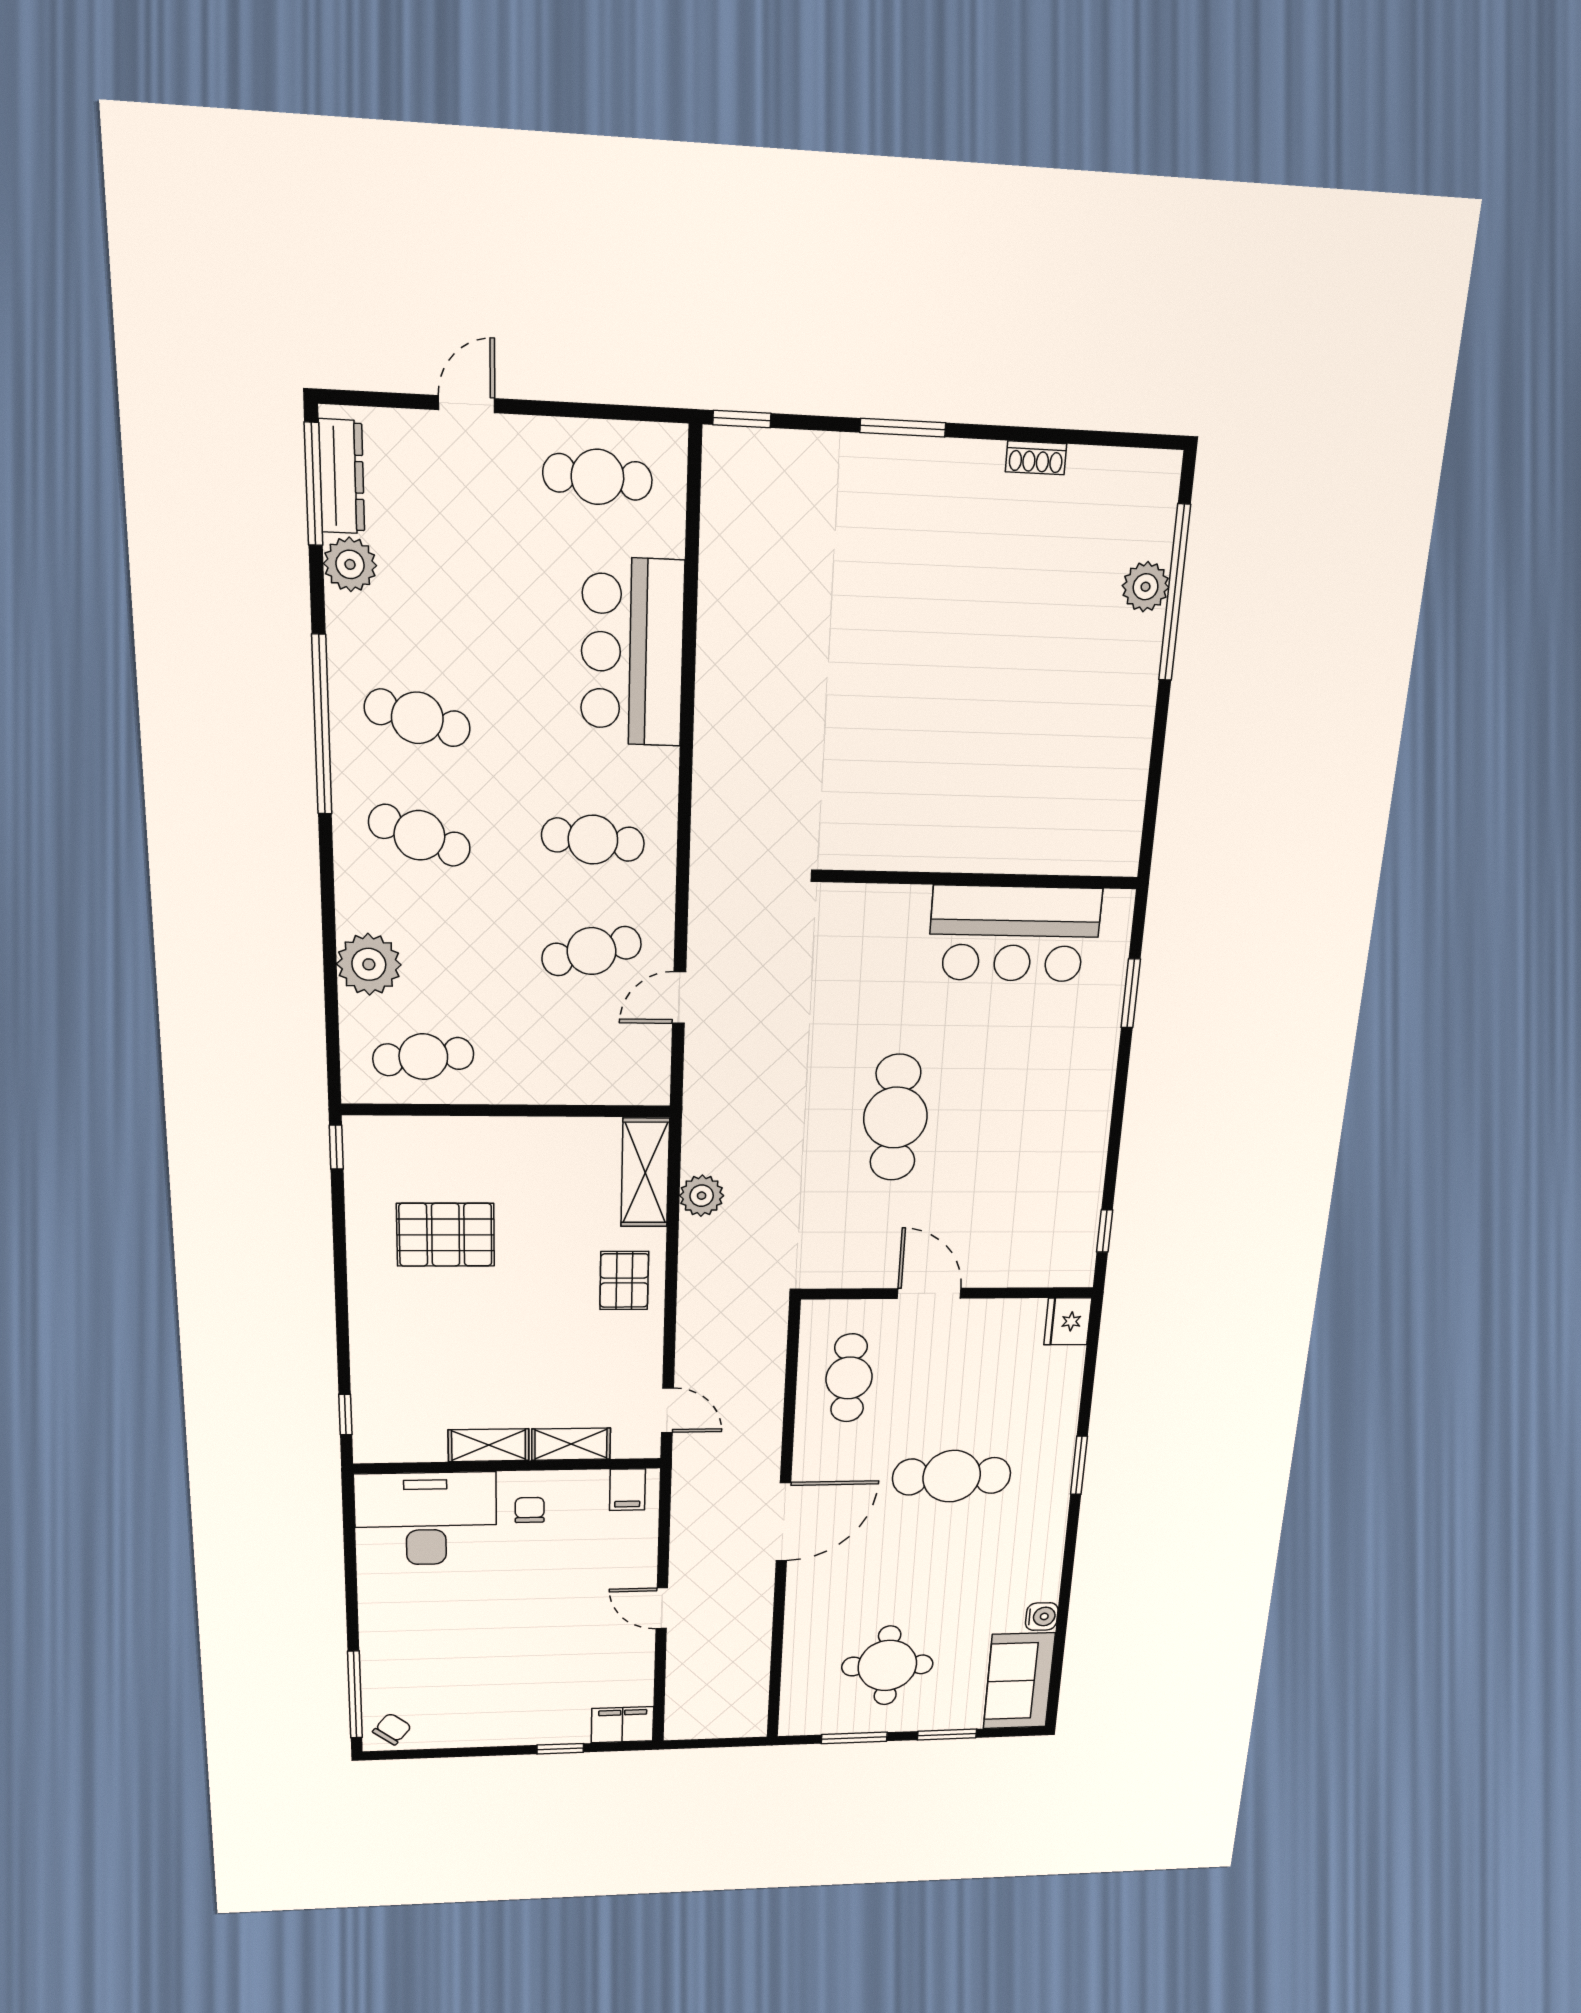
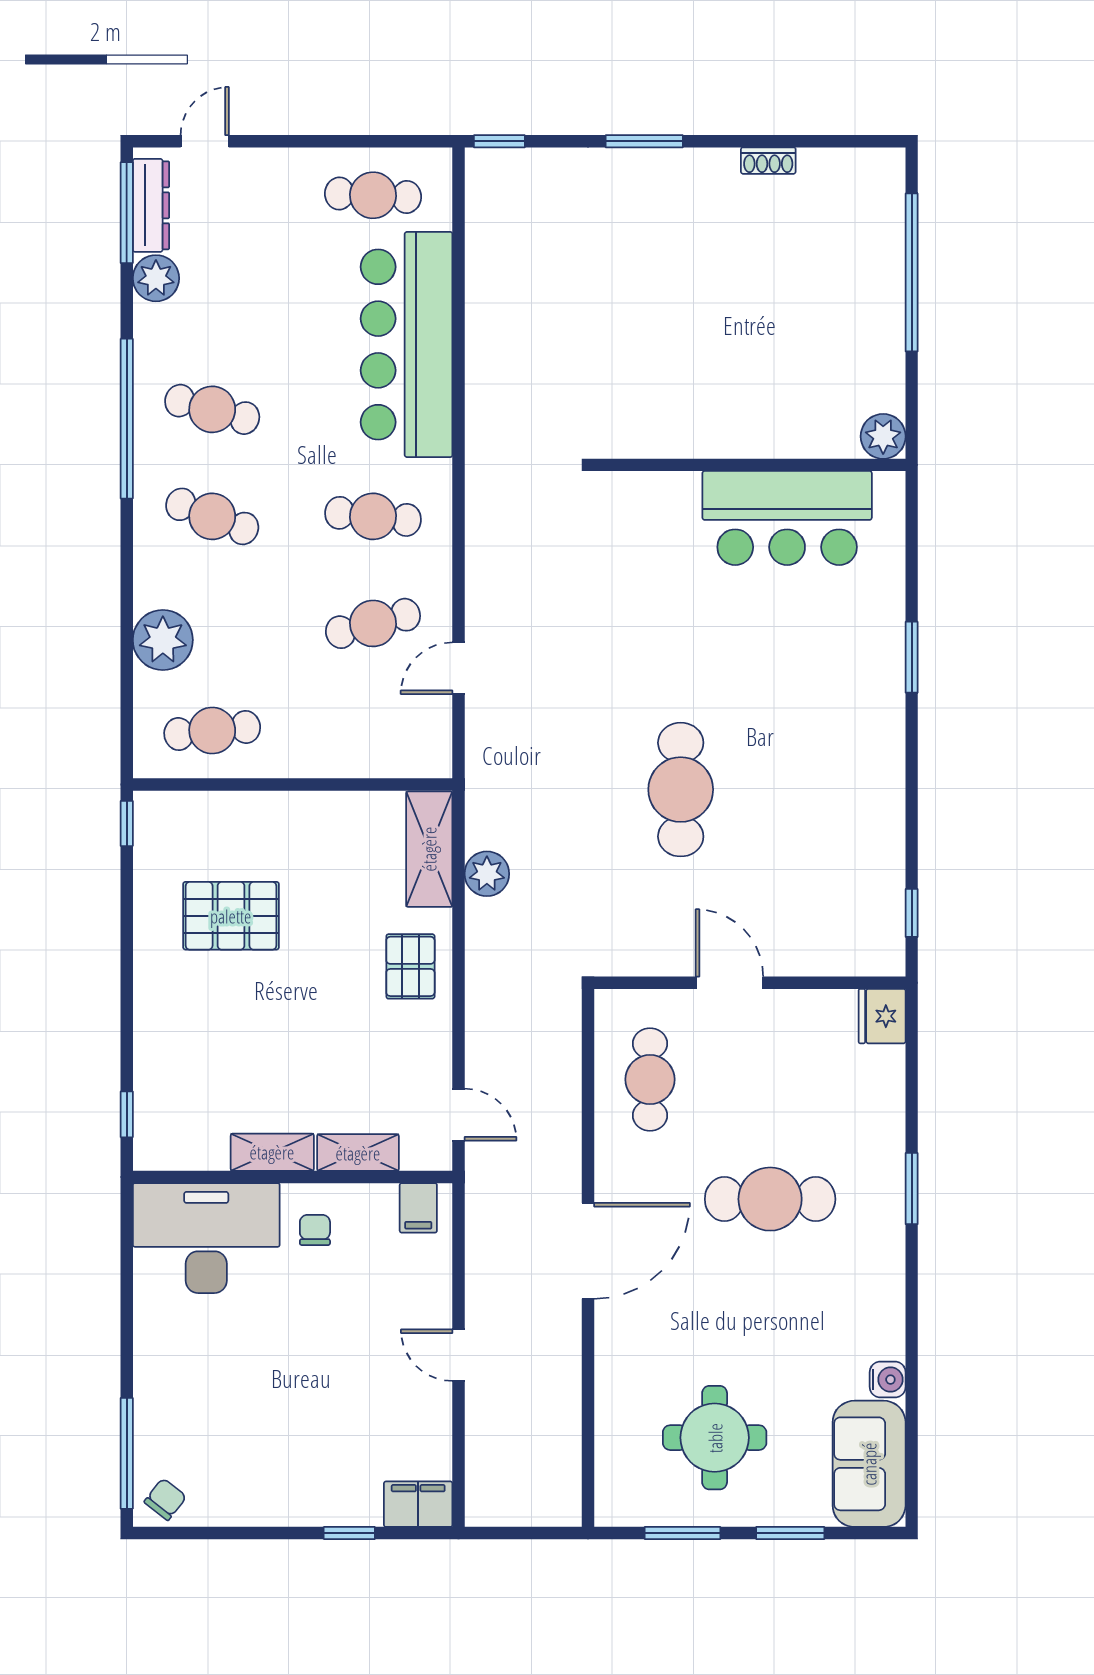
door: (467, 404) -> (205, 141), moved
plant: (1146, 587) -> (883, 436), moved
bar counter: (632, 652) -> (407, 344), width x1.36
wall: (982, 880) -> (750, 465), moved
bar counter: (1014, 934) -> (787, 518), moved

